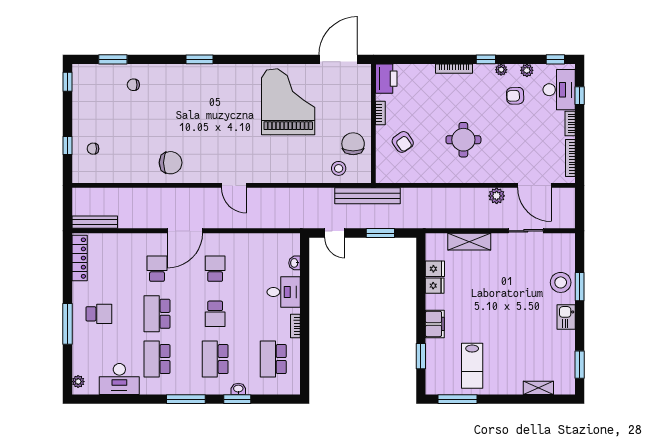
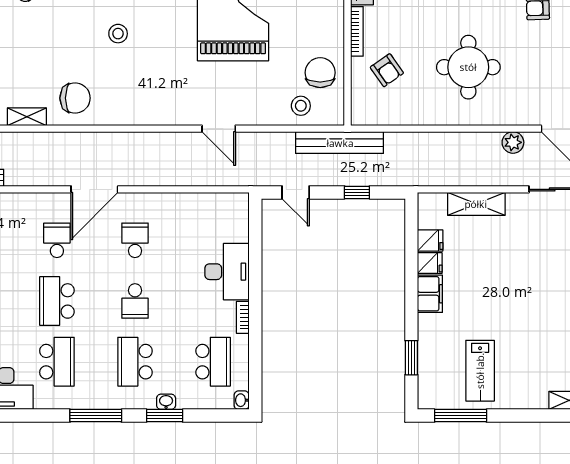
bookcase: (380, 113) -> (357, 31), width x1.56
stool: (203, 115) -> (118, 34), added
round table: (463, 140) -> (468, 67), width x1.36, depth x1.36
shelving: (135, 177) -> (27, 117), added
door: (234, 185) -> (219, 129), moved
window: (380, 233) -> (357, 192), width x0.67
washbasin: (295, 263) -> (242, 400), moved
desk: (284, 292) -> (227, 272), width x1.37
filing cabinet: (435, 324) -> (430, 294), moved
school desk: (157, 359) -> (57, 362), turned 180
school desk: (273, 359) -> (213, 362), turned 180

